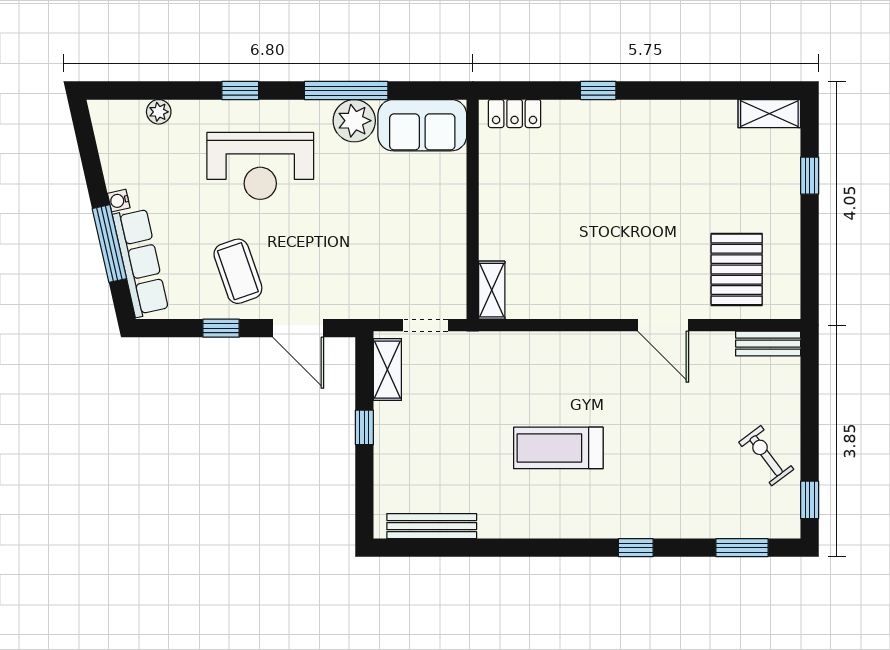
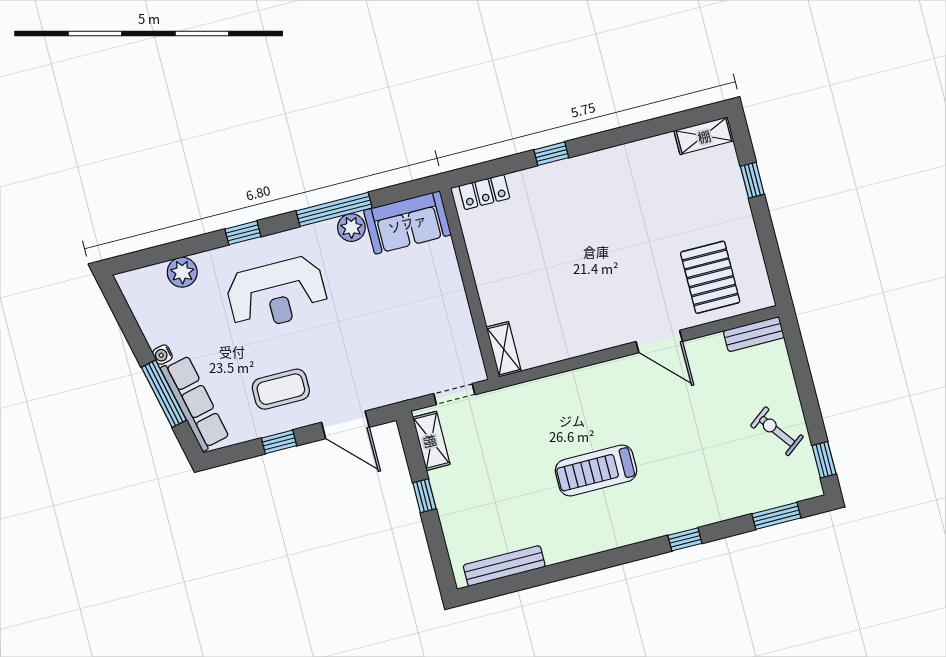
plant: (159, 112) -> (182, 272), width x1.38, depth x1.38
plant: (354, 121) -> (351, 228), width x0.73, depth x0.73
coffee table: (238, 271) -> (281, 389), turned -71

